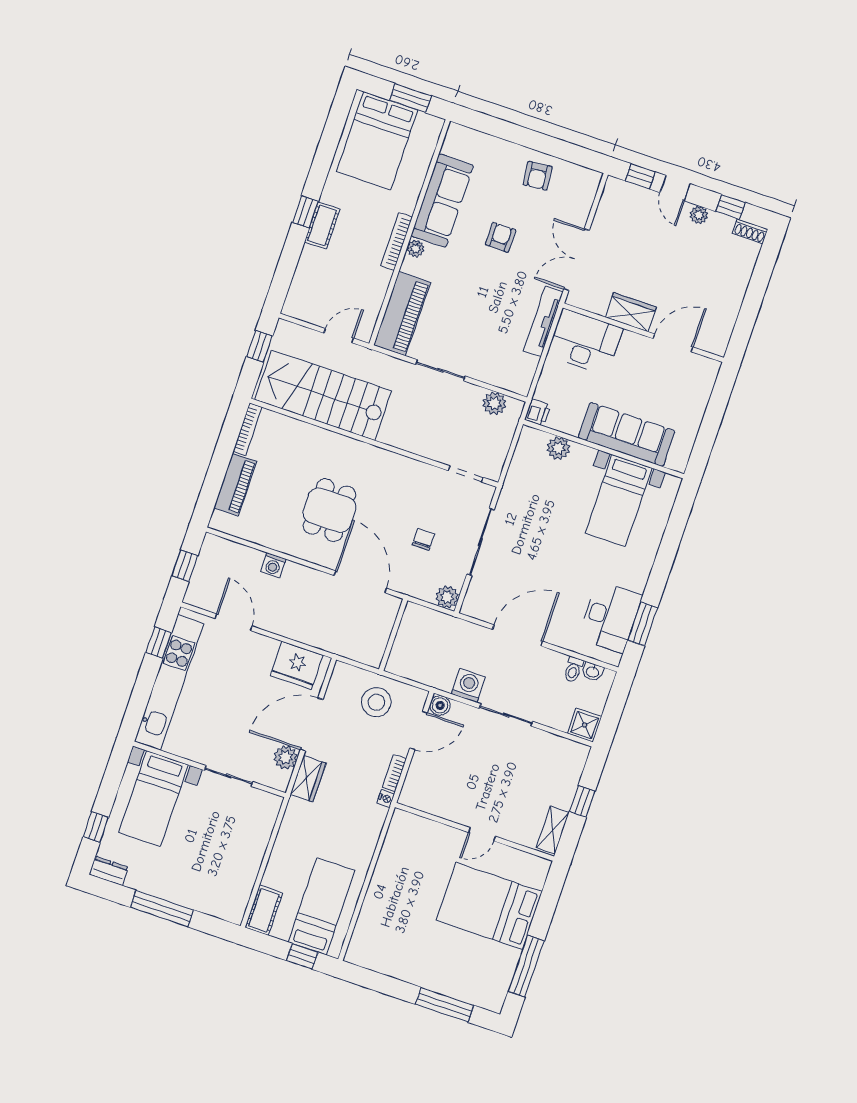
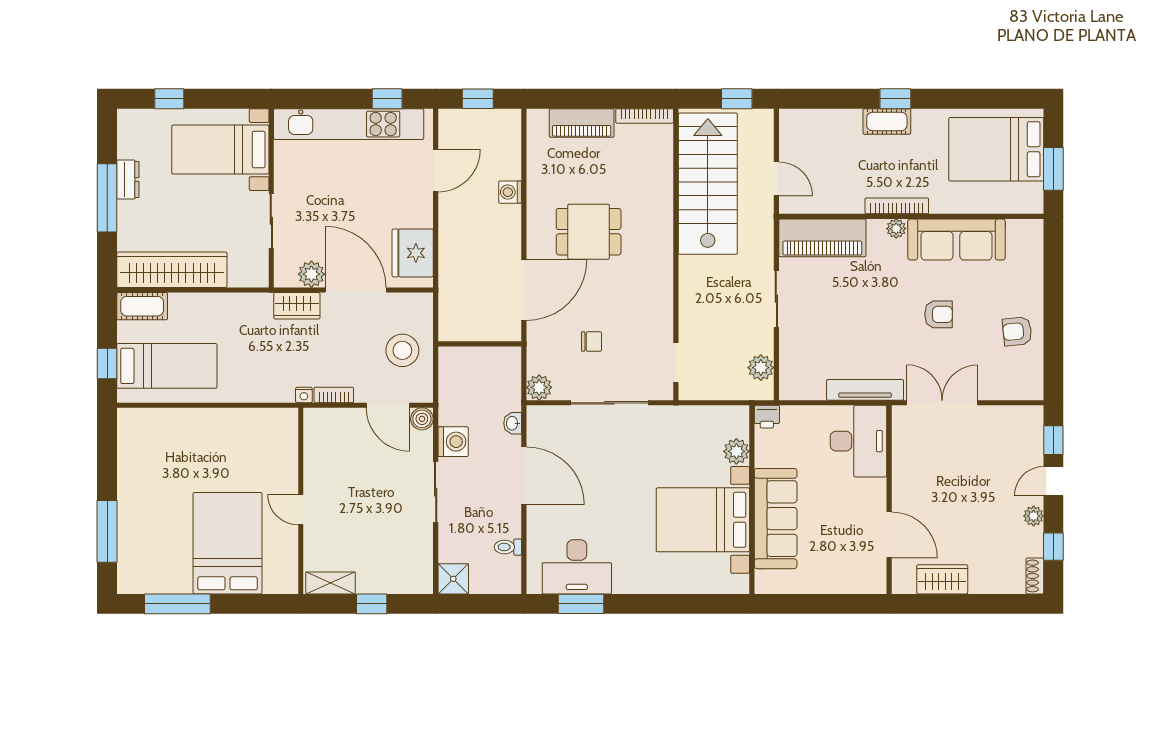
wardrobe: (631, 312) -> (942, 579), moved, turned -90
bed with nightstands: (619, 501) -> (703, 520), width x1.36
washbasin: (593, 672) -> (513, 423), moved
dresser: (109, 871) -> (128, 179), moved
wardrobe: (241, 874) -> (172, 270), added

